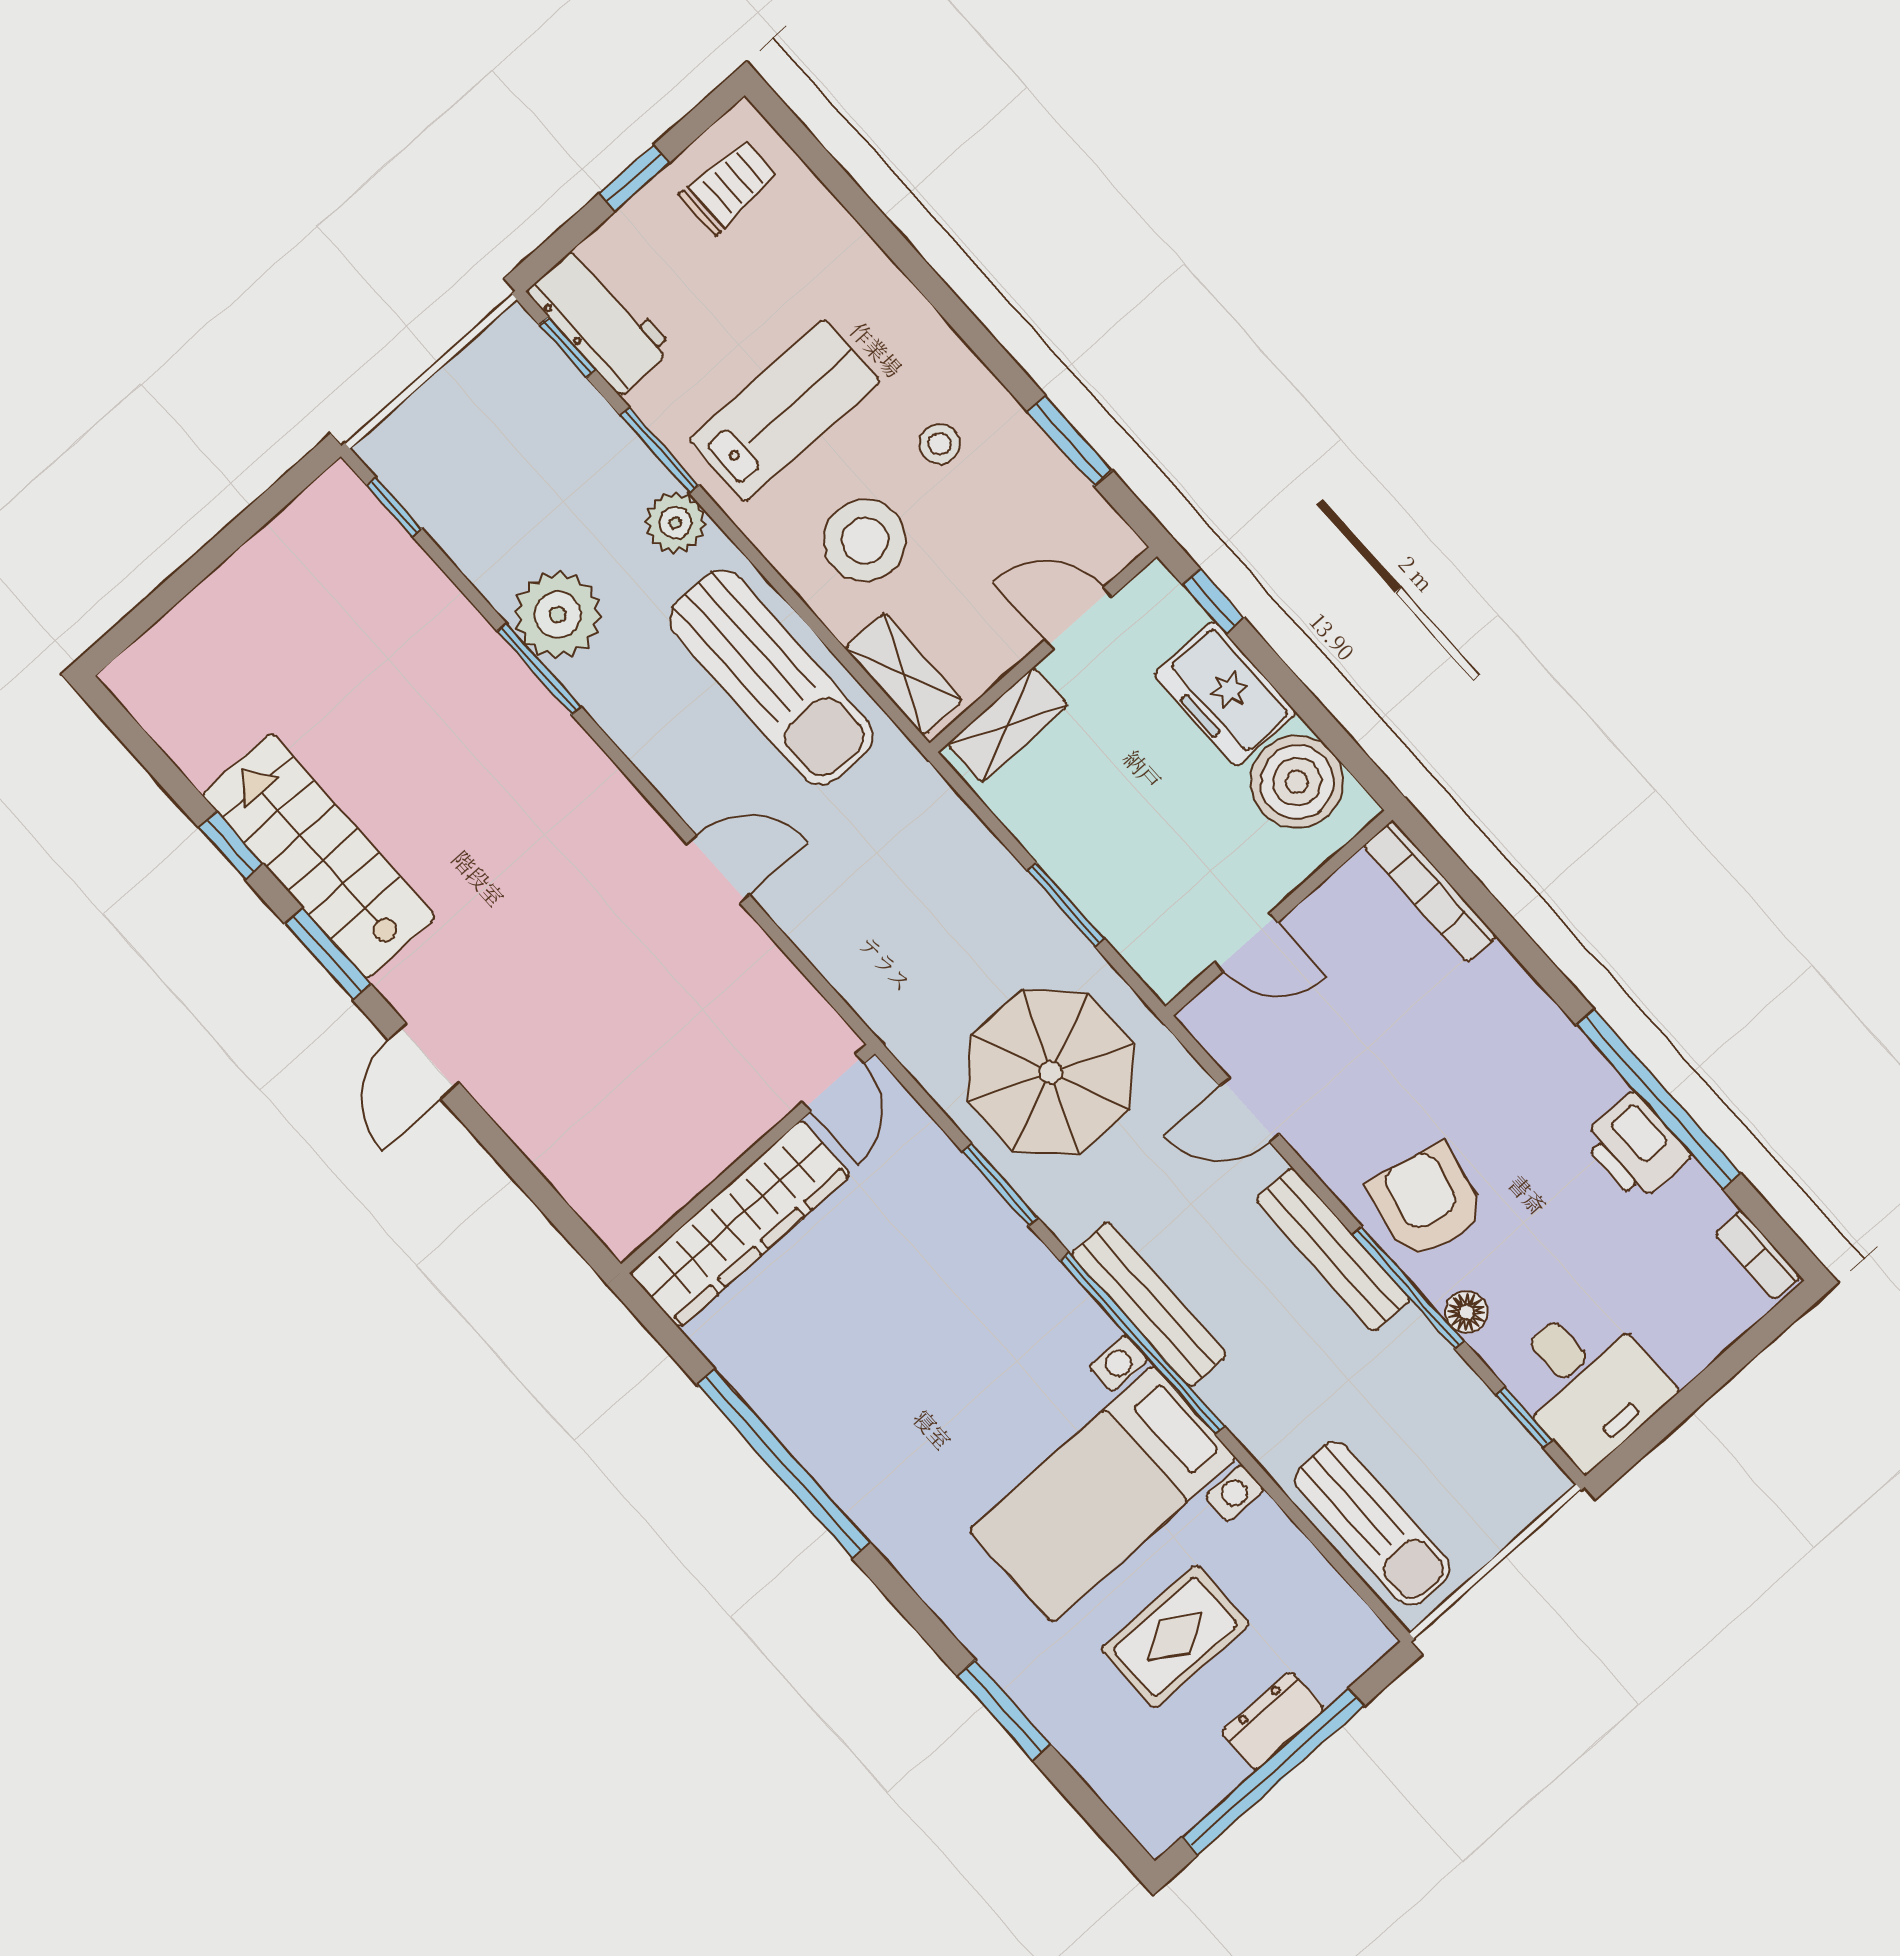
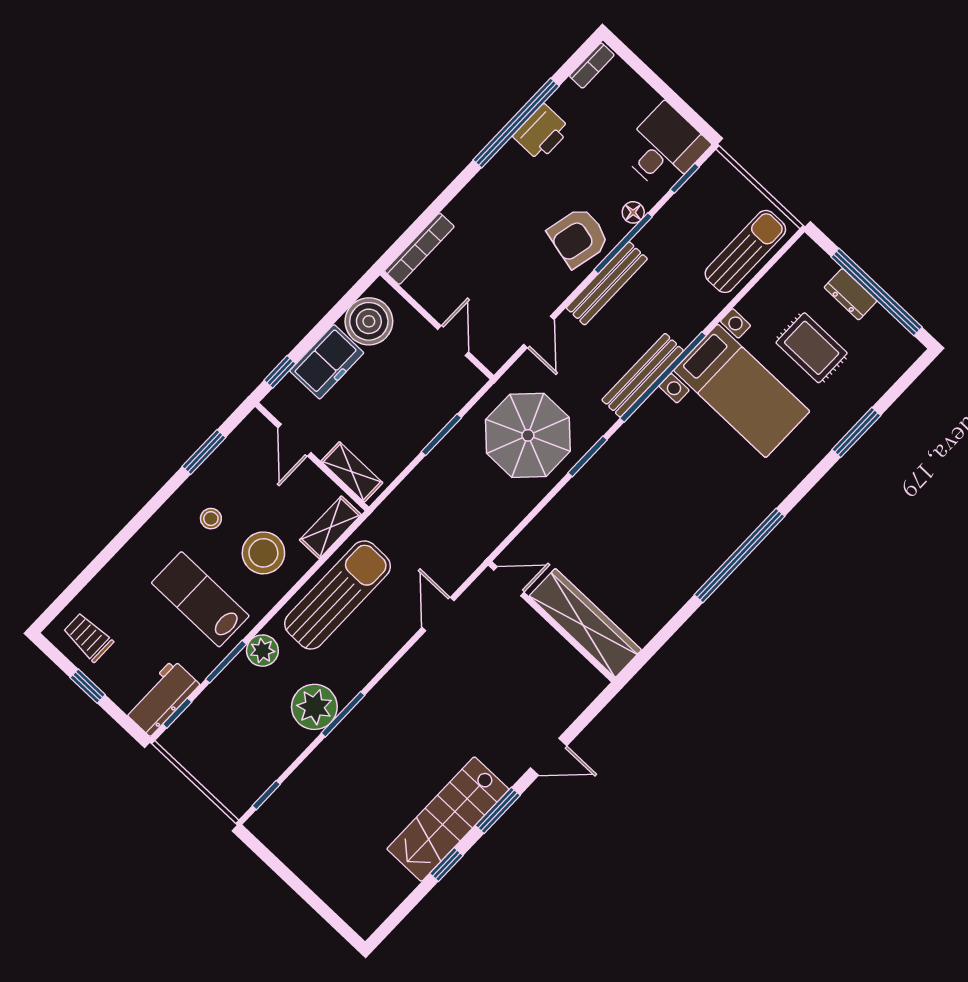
door: (833, 1082) -> (509, 581), moved
wall: (748, 1159) -> (552, 622), moved
wardrobe: (740, 1224) -> (585, 623), moved

